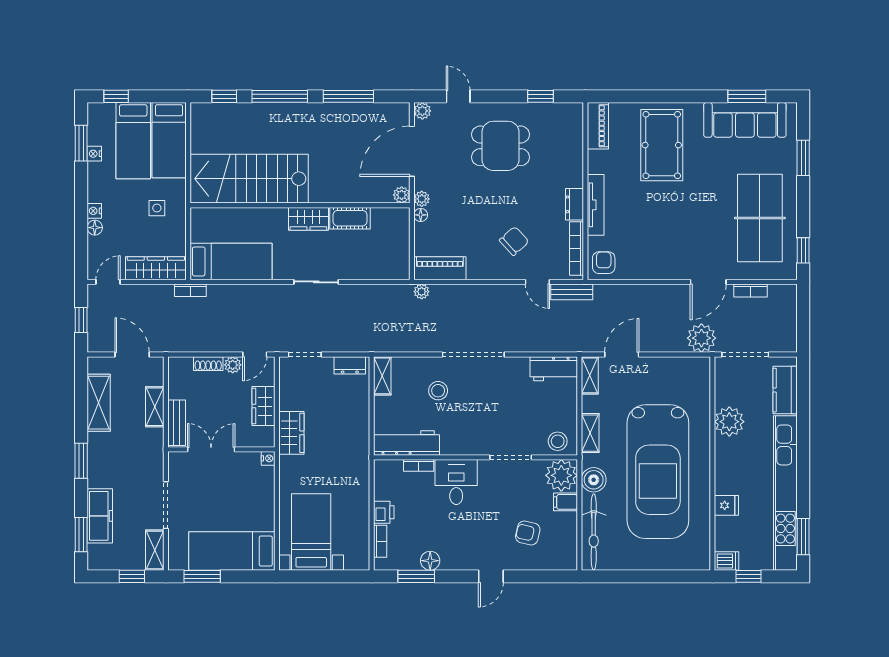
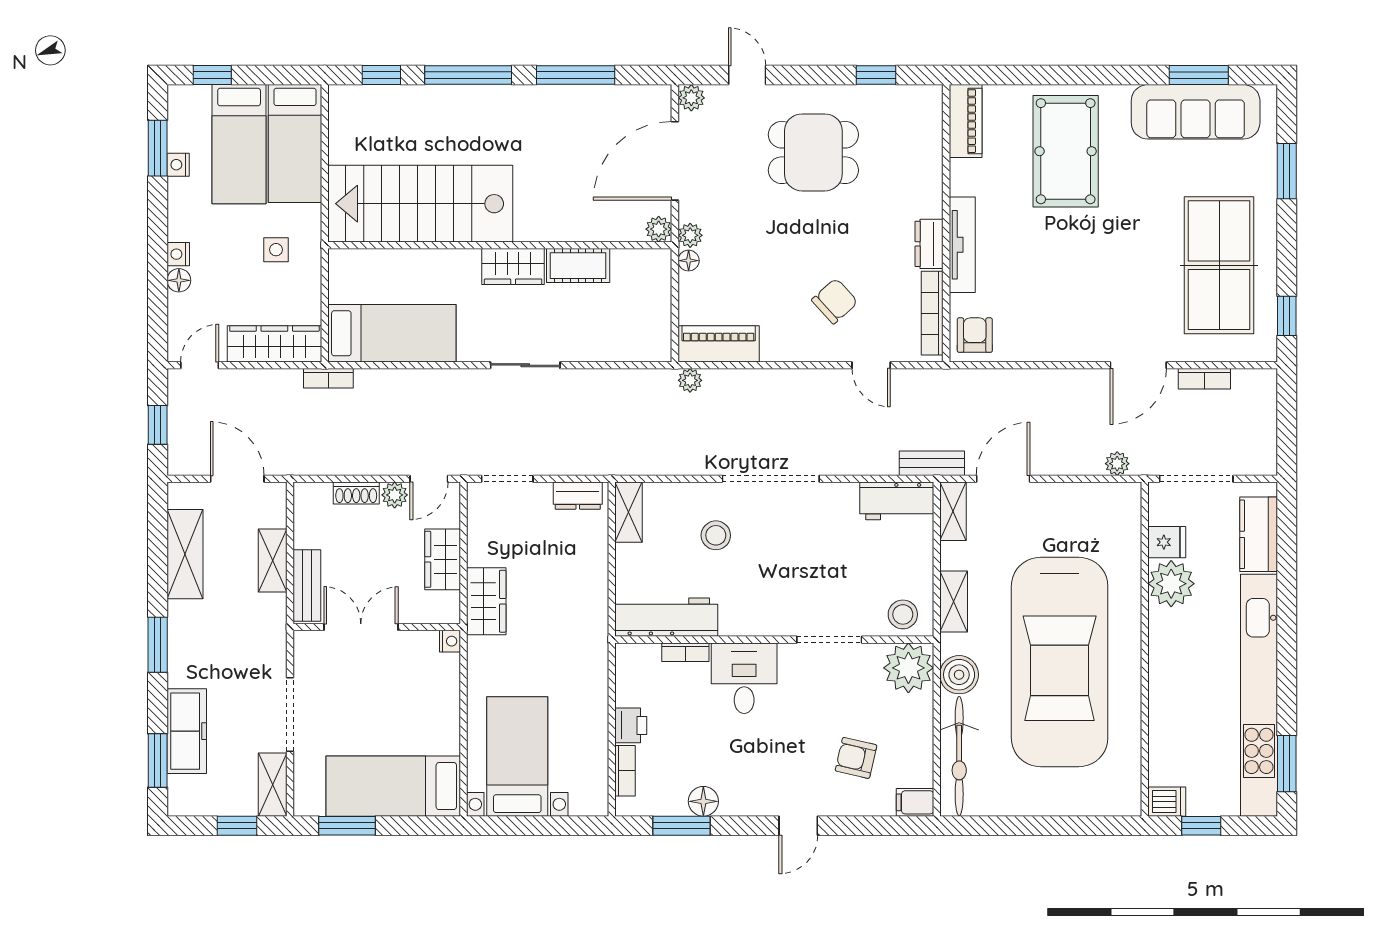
bench: (572, 292) -> (932, 463), moved
plant: (701, 338) -> (1117, 464), width x0.53, depth x0.53
filing cabinet: (565, 502) -> (915, 802), moved
fridge: (726, 505) -> (1167, 542), moved

